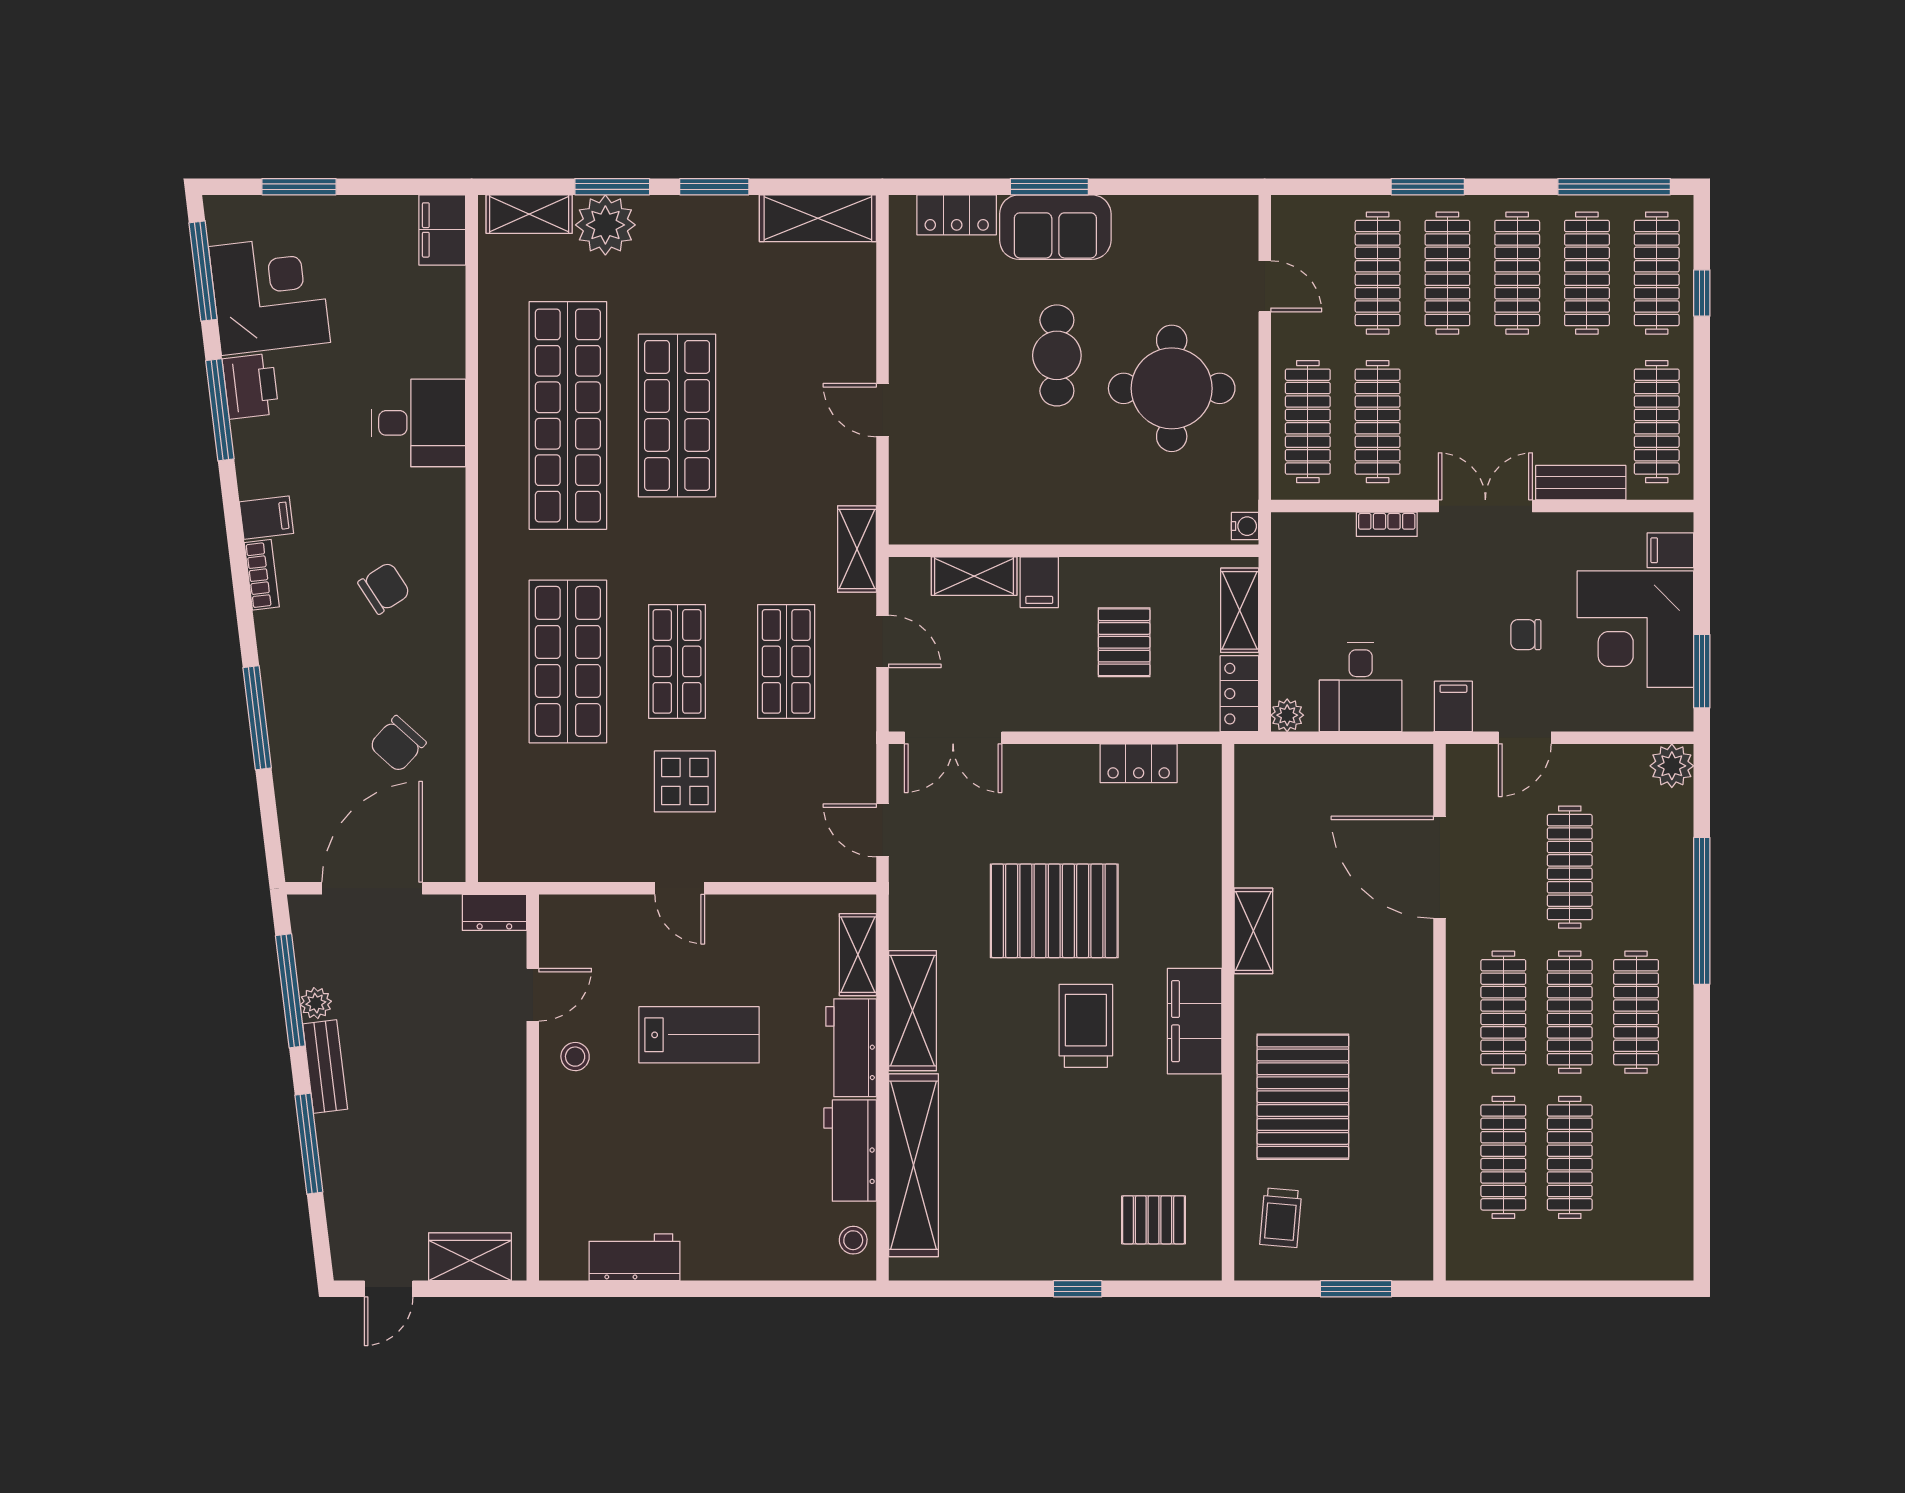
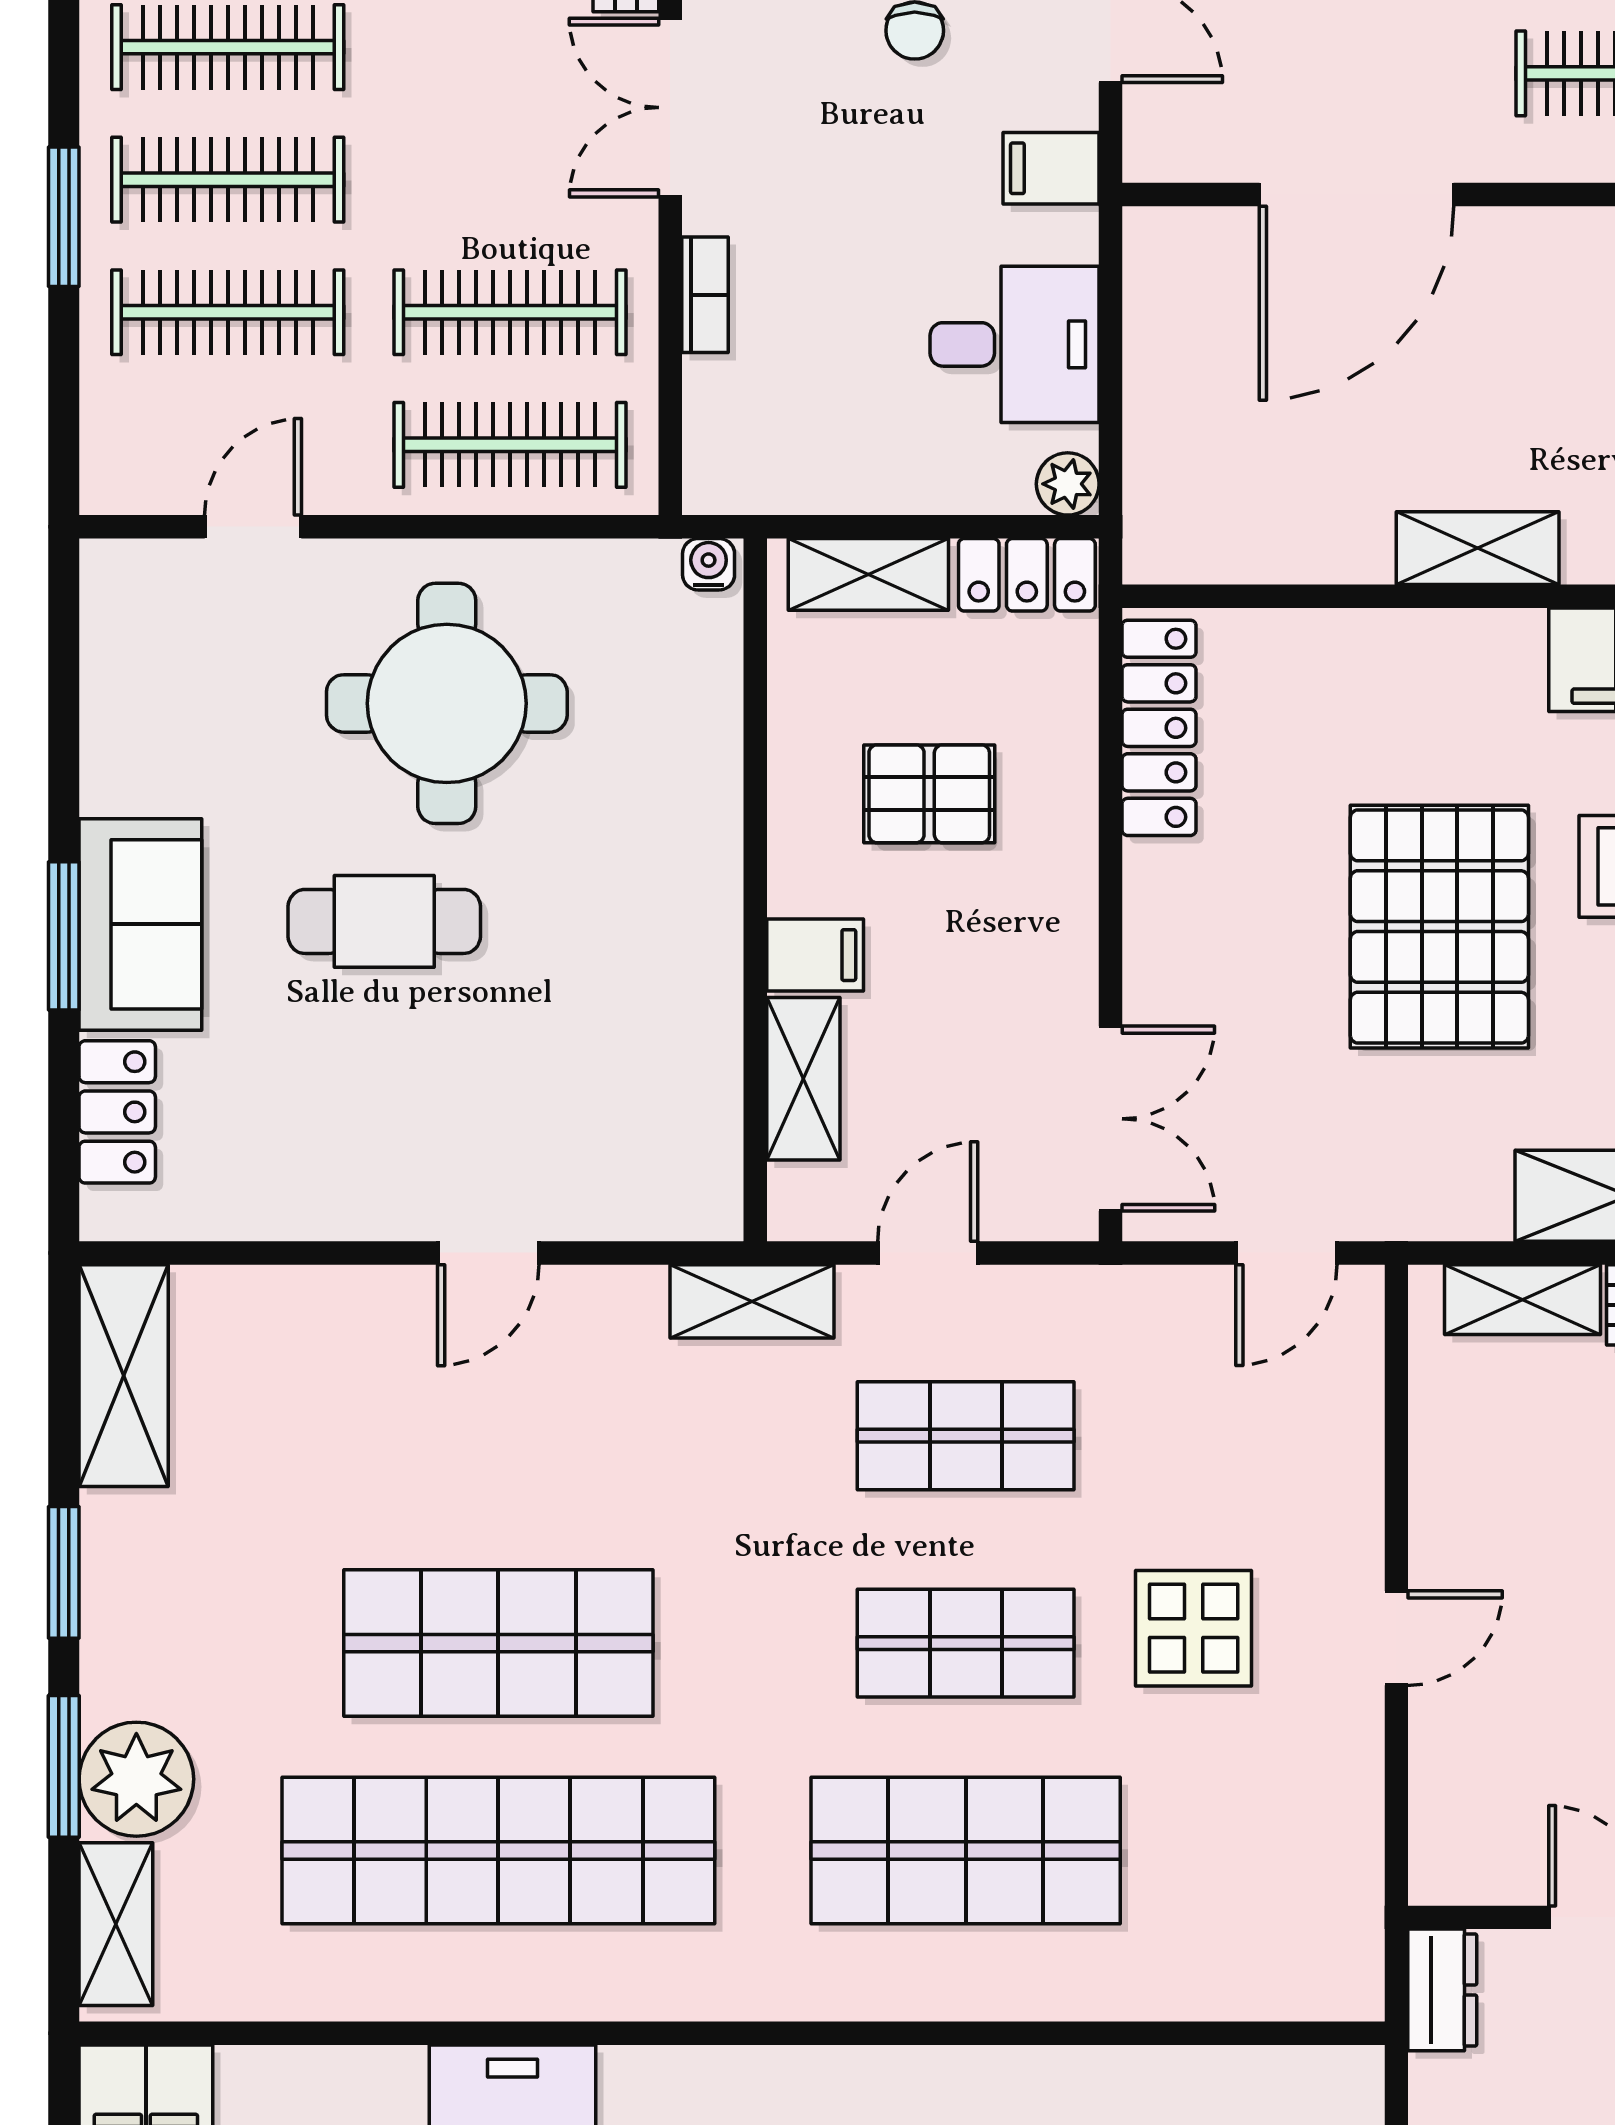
locker: (1139, 763) -> (1159, 728), width x1.53

